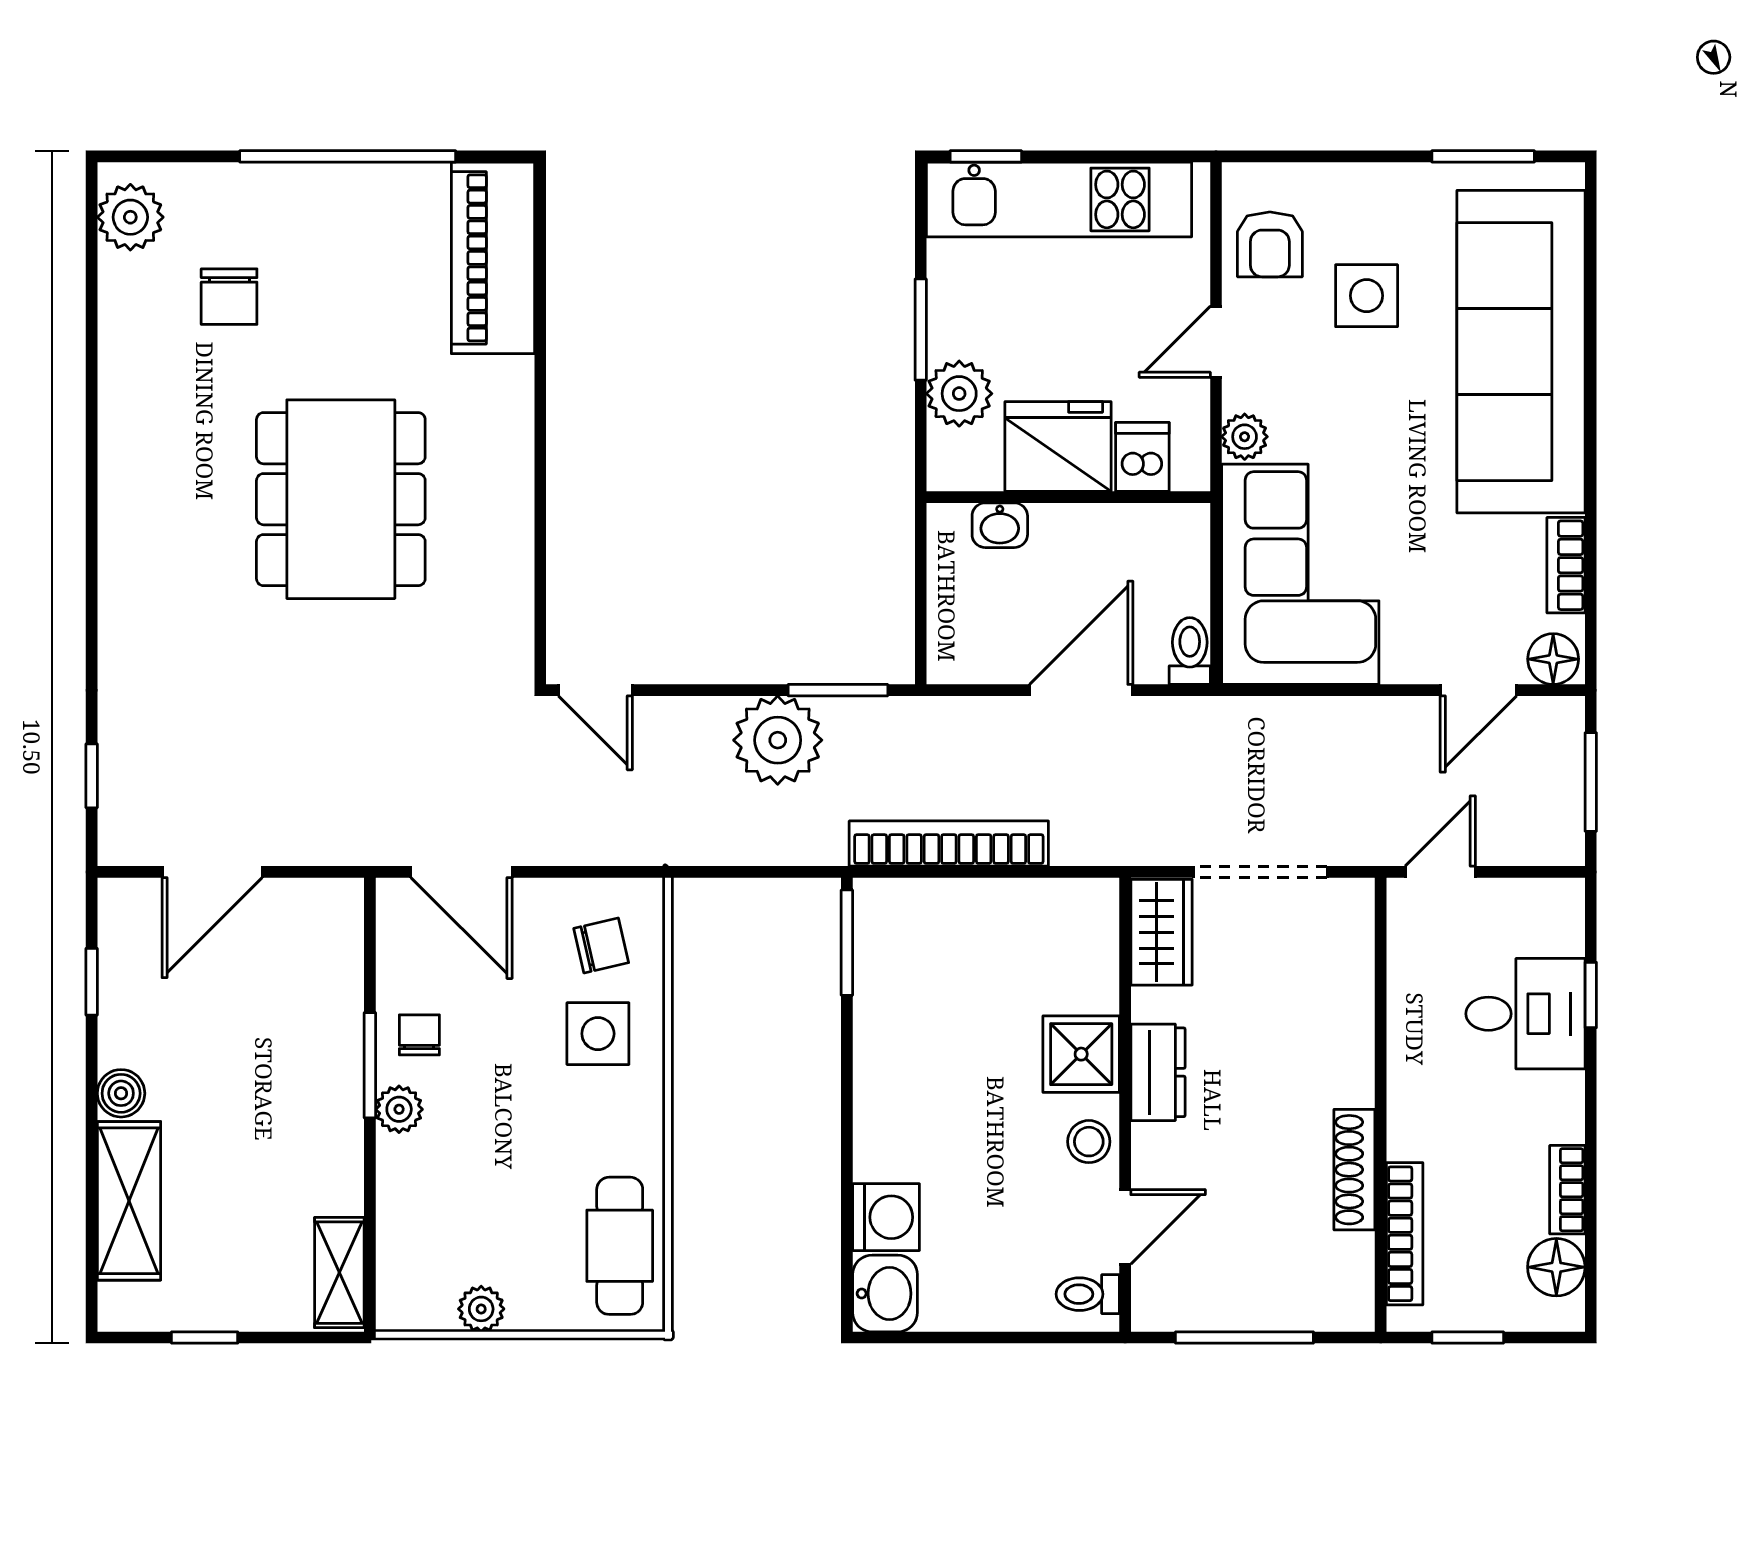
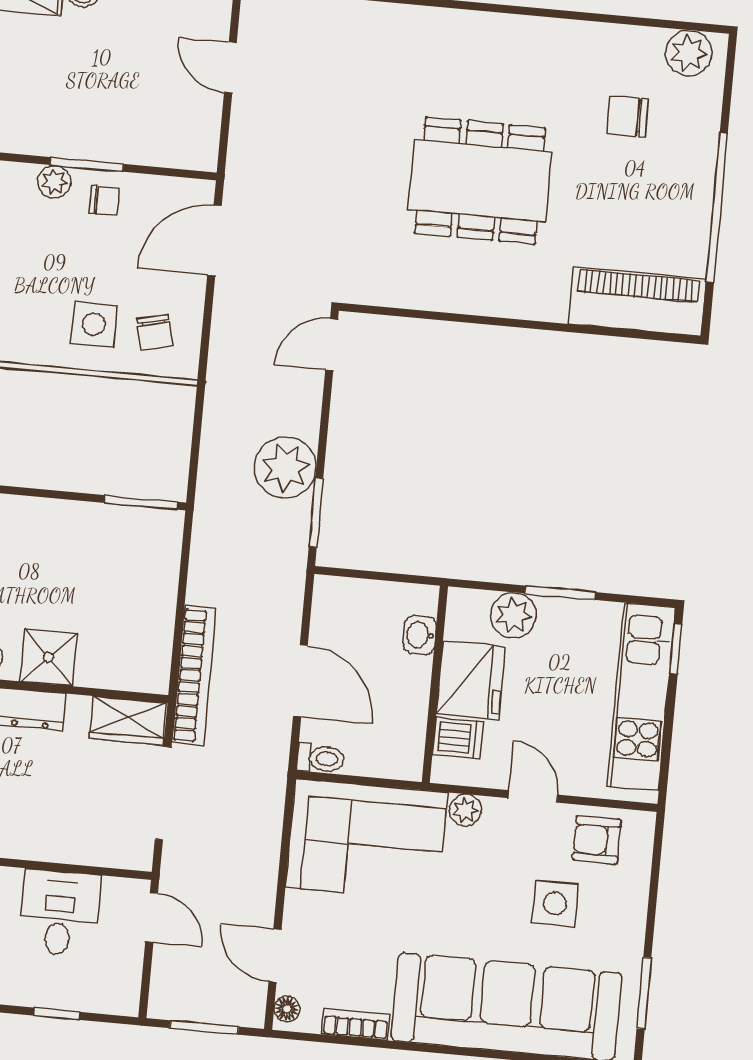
floor lamp: (1553, 659) -> (287, 1009), width x0.73, depth x0.73
bookcase: (949, 844) -> (194, 676), moved
door: (212, 872) -> (230, 68), width x0.73
desk: (1525, 1014) -> (60, 913), moved, turned 180

